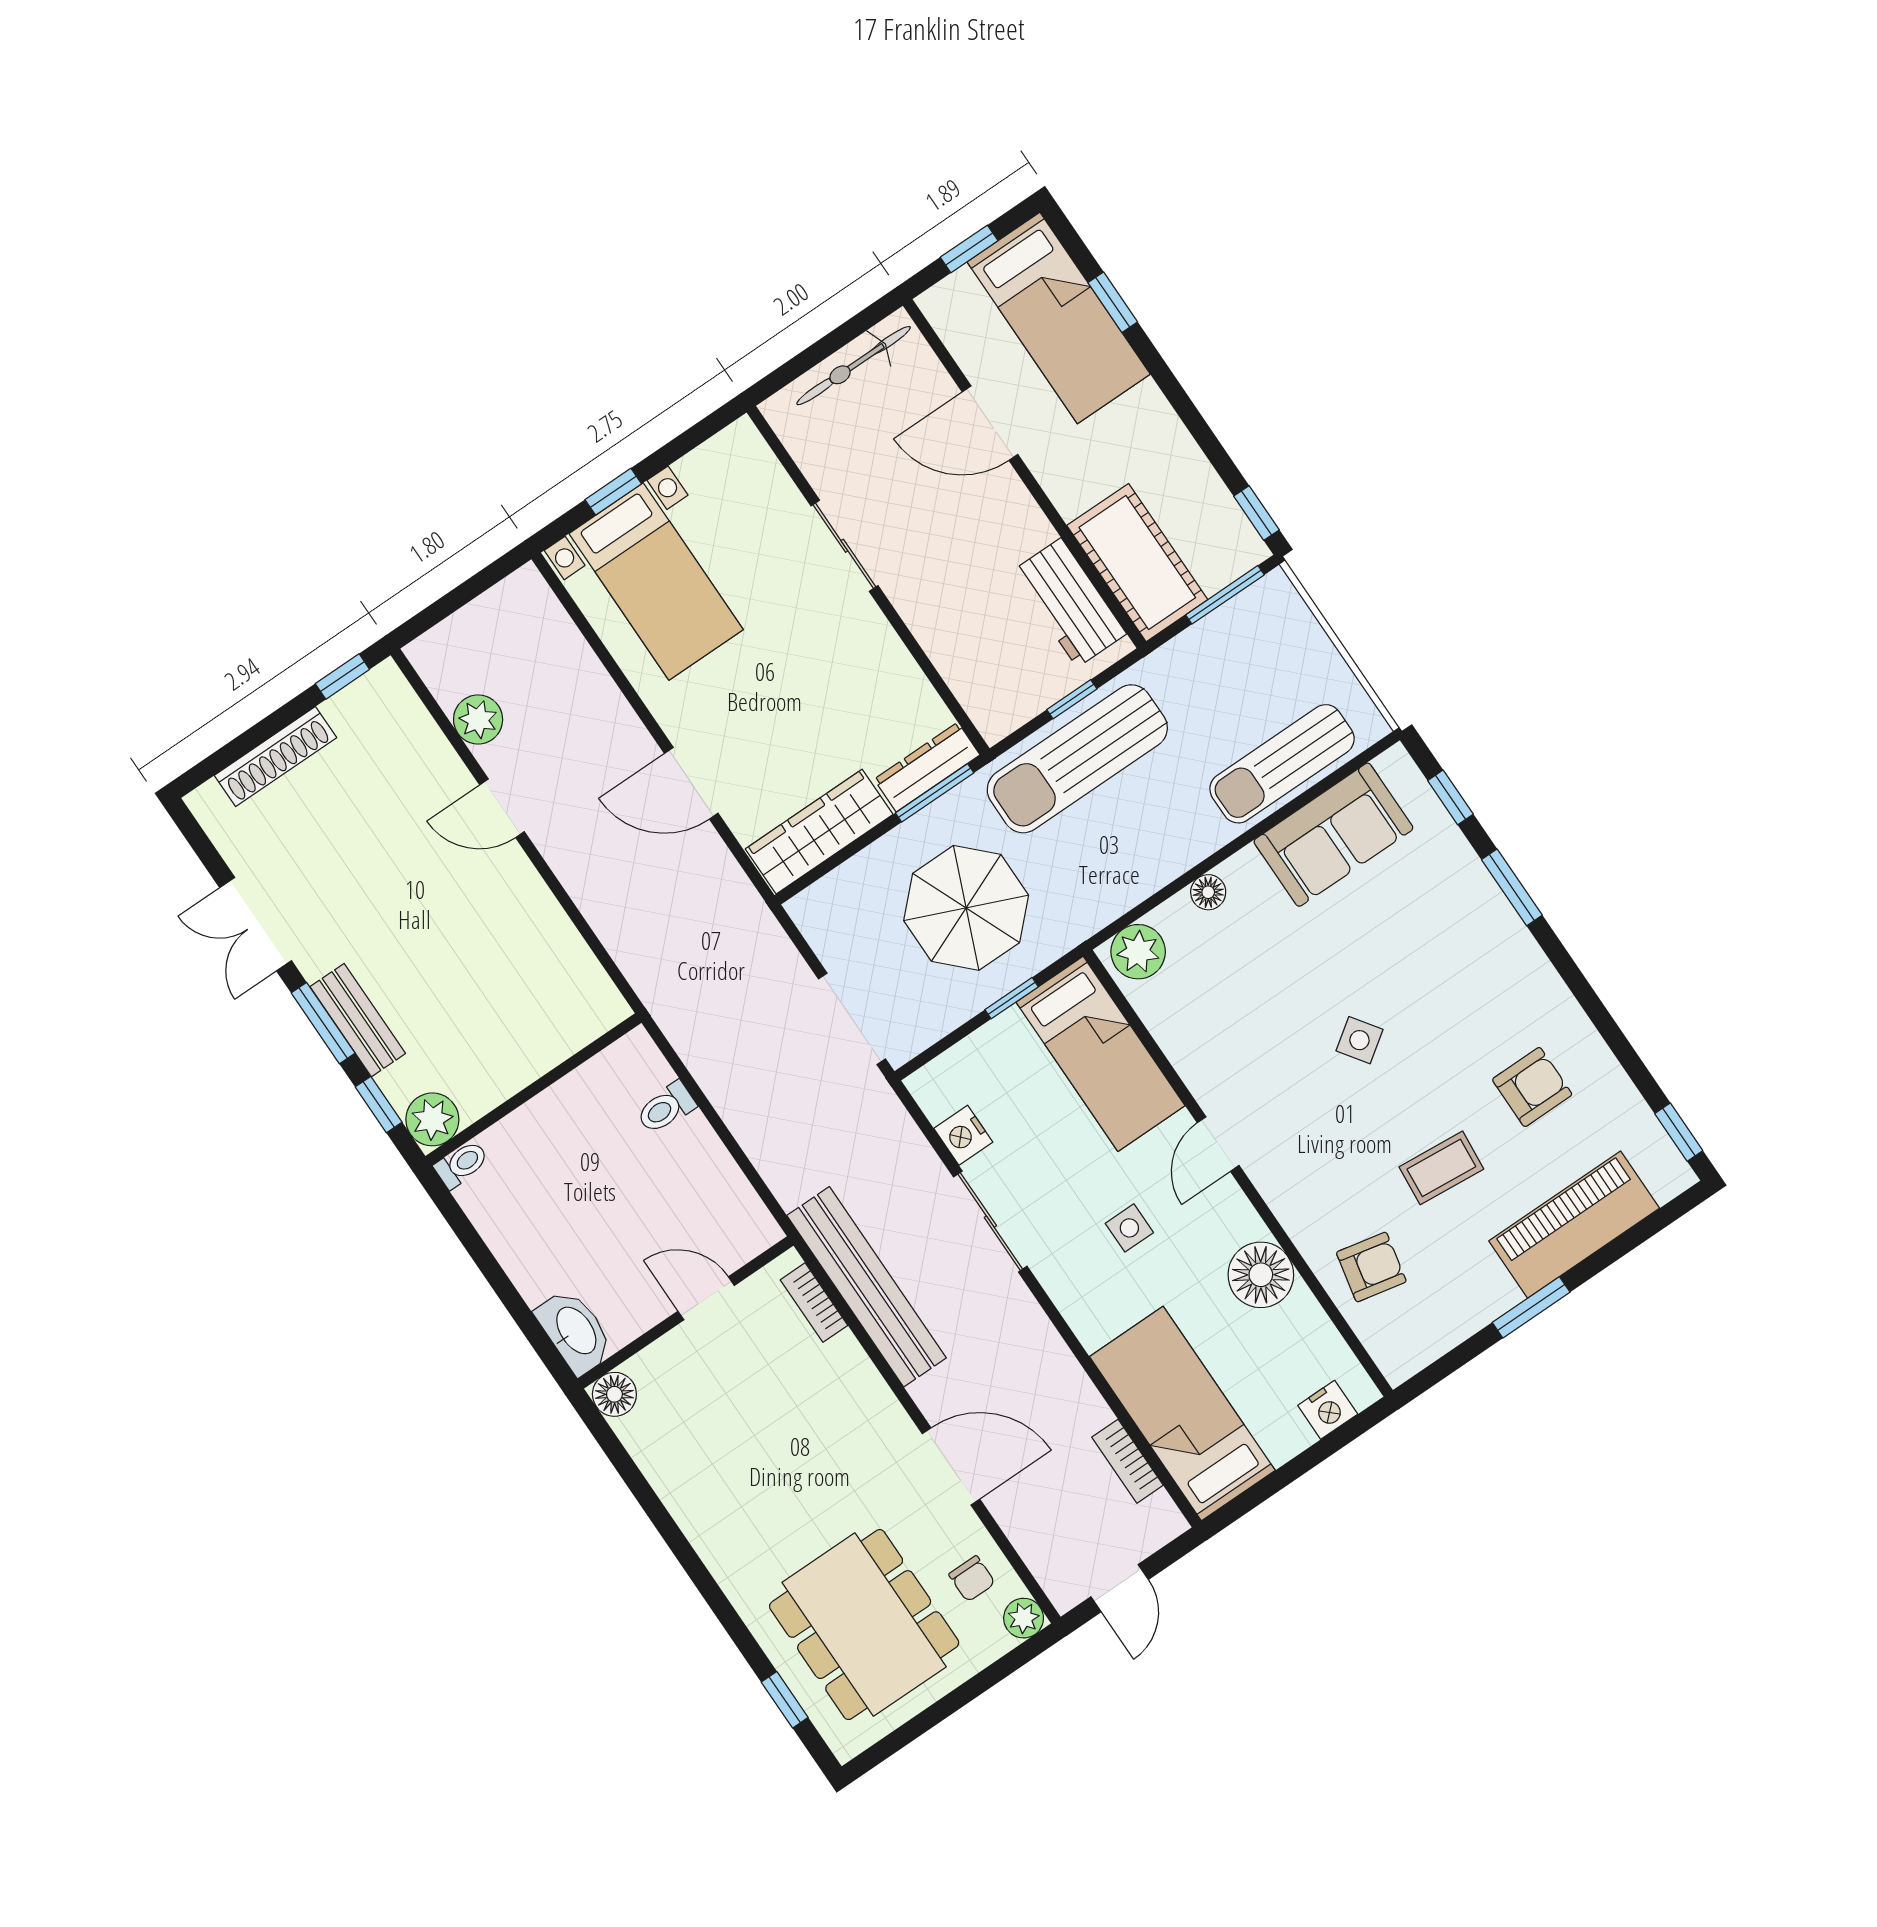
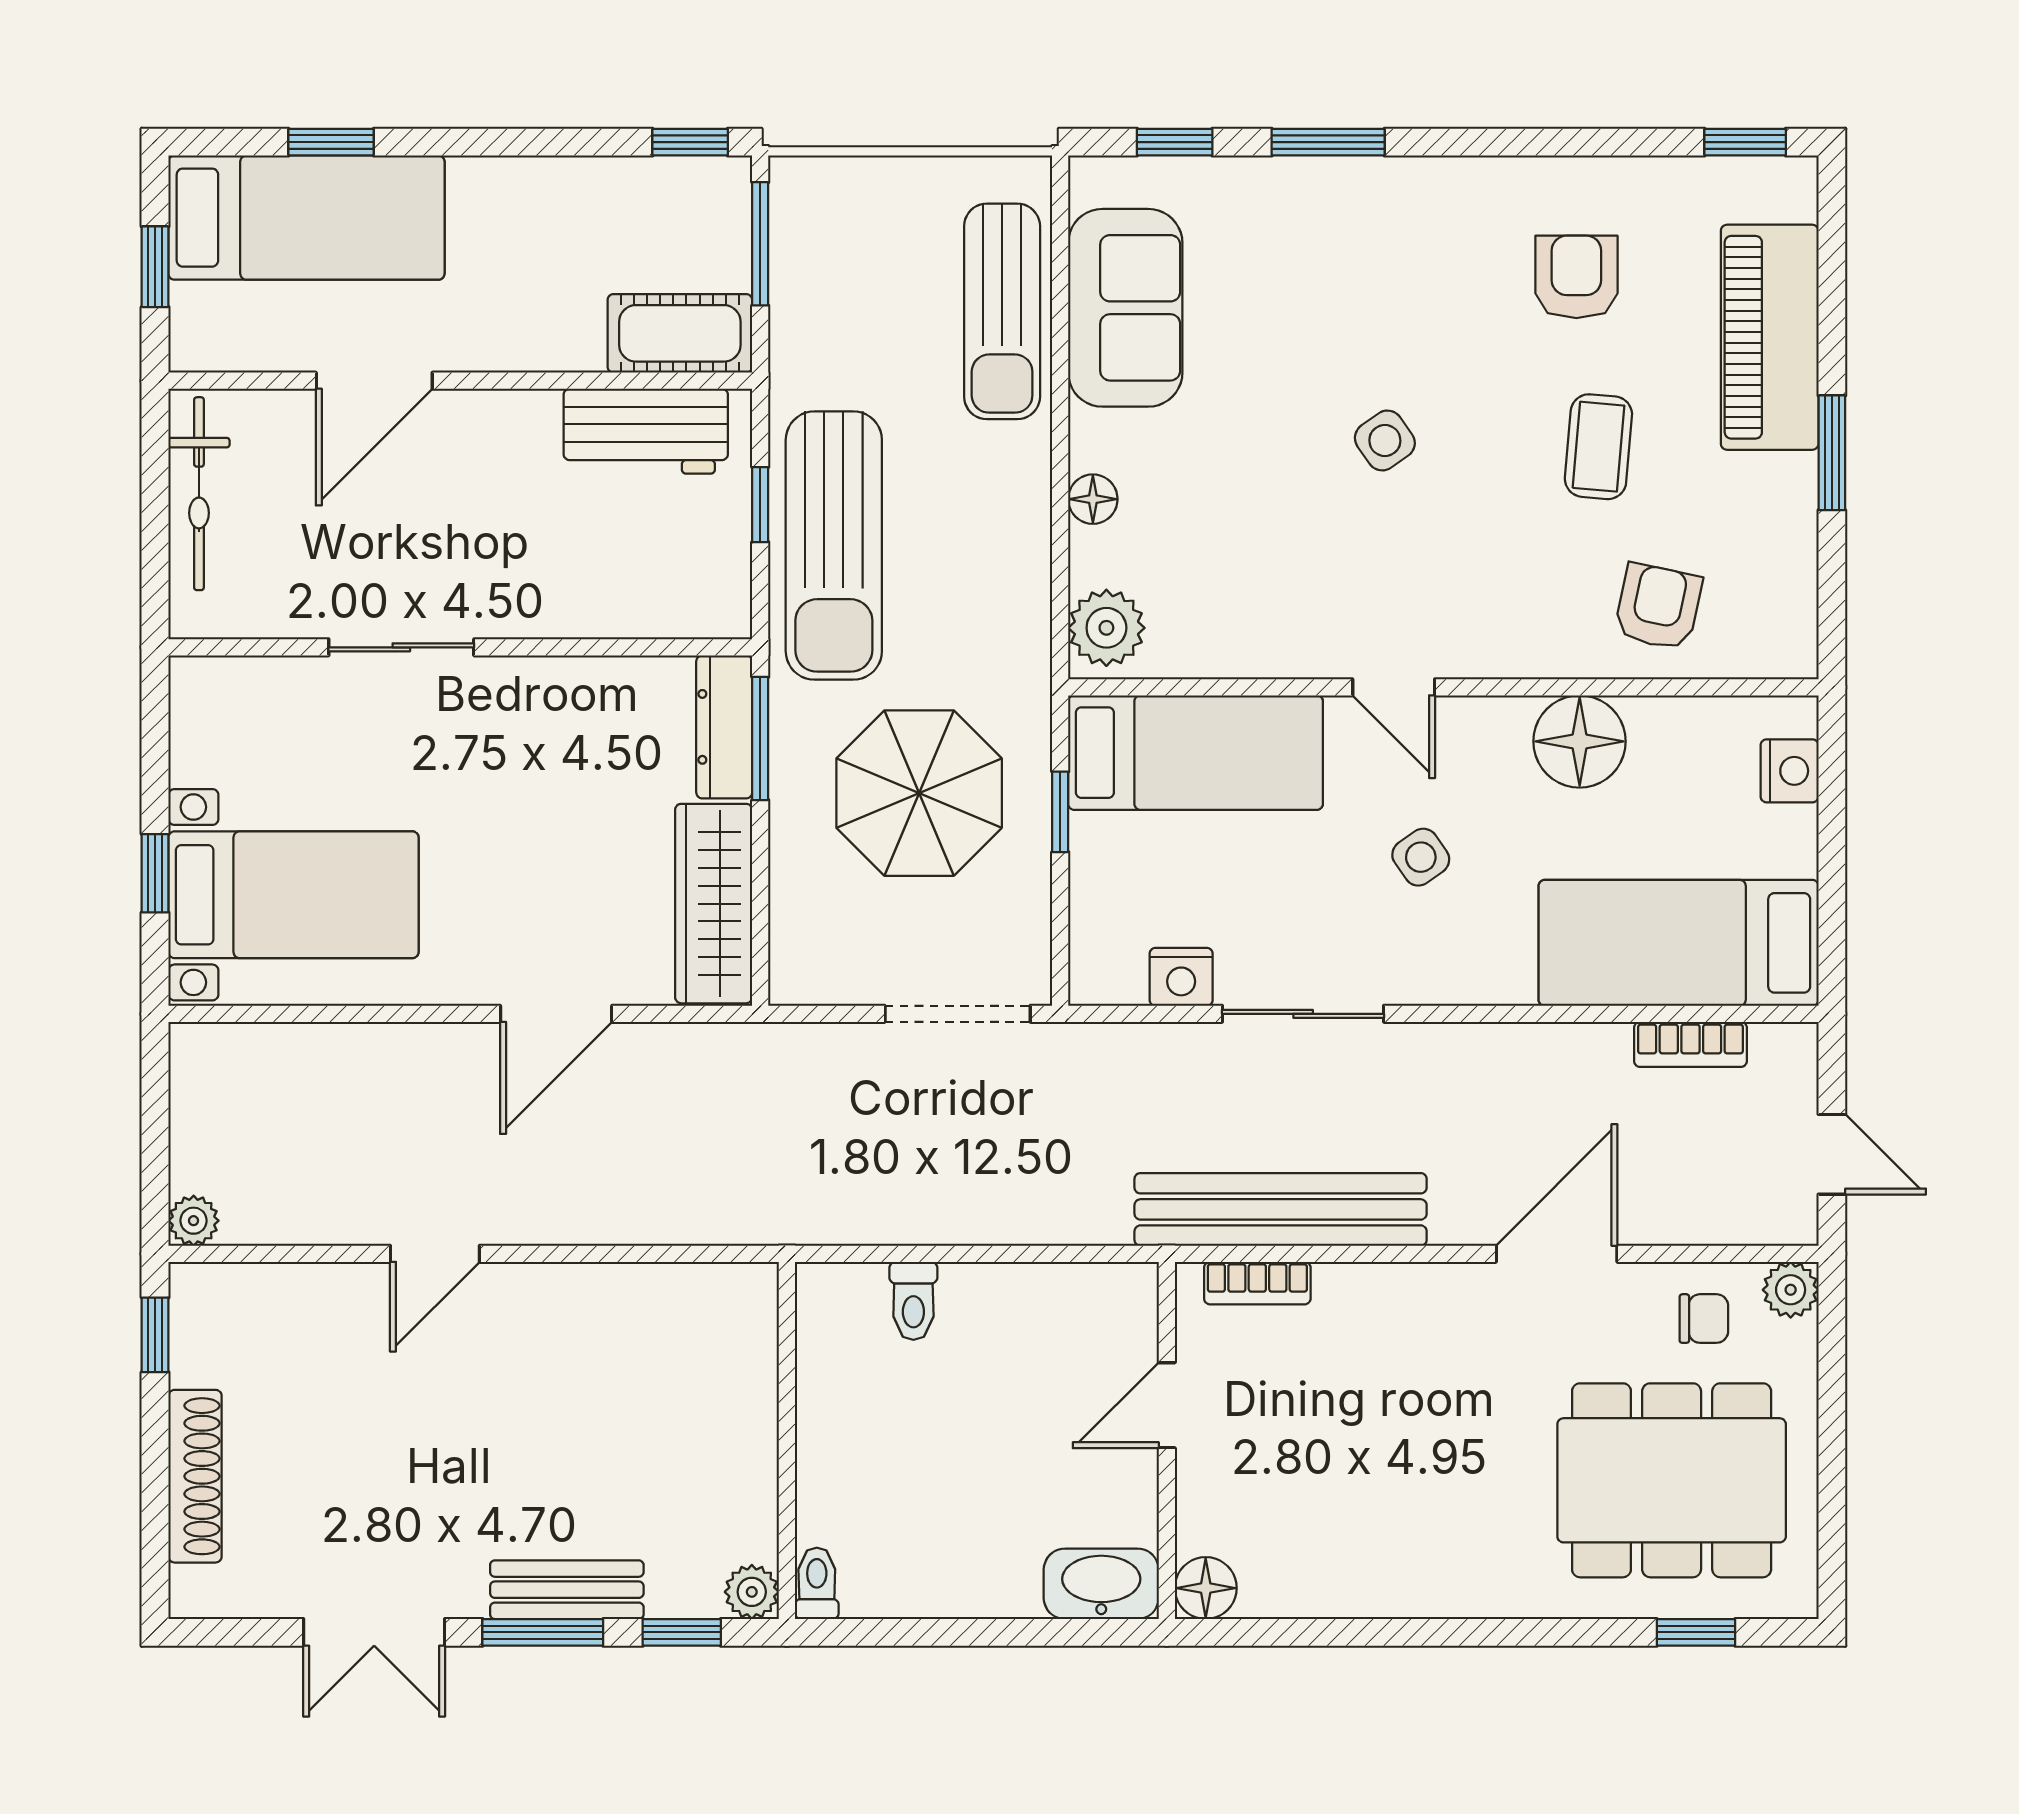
cot: (1137, 563) -> (680, 333), width x0.73, depth x0.75
plant: (478, 720) -> (194, 1221), moved, width x0.73, depth x0.73
plant: (432, 1119) -> (752, 1592), width x0.73, depth x0.73
side table: (1129, 1228) -> (1421, 857), turned -35

